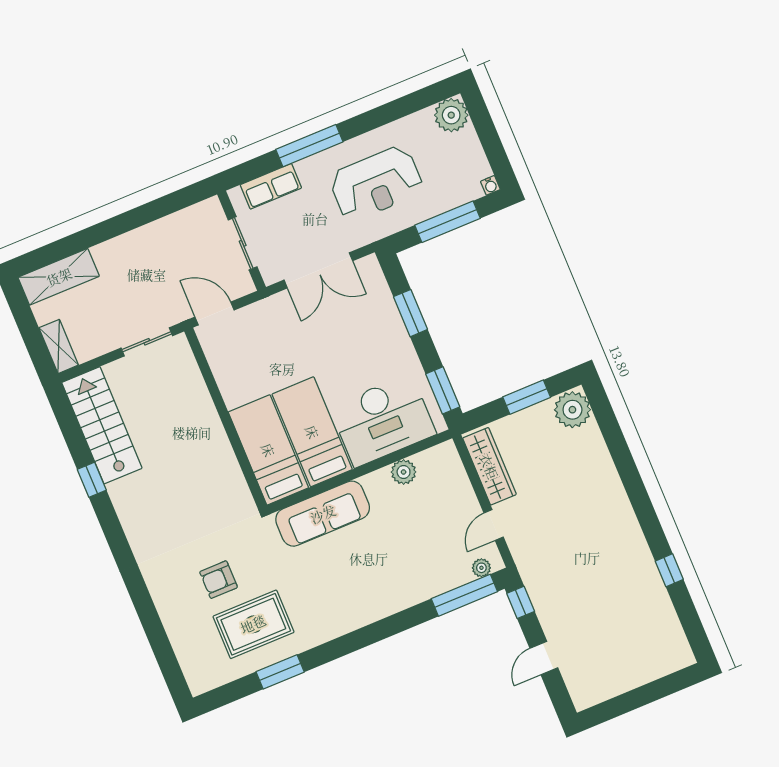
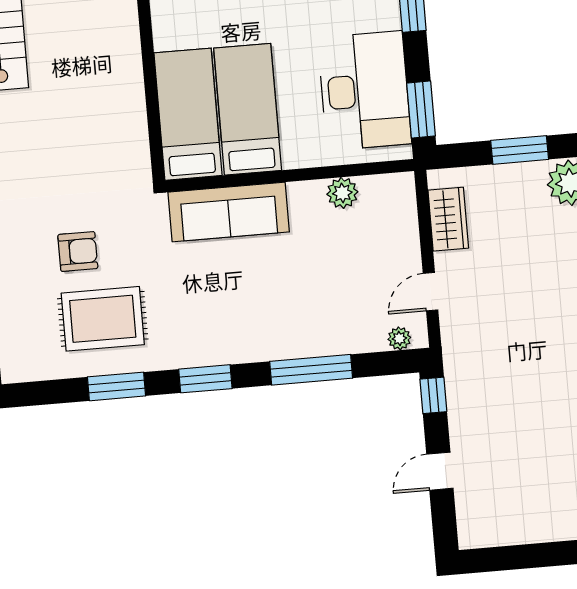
desk: (383, 420) -> (365, 91), moved, turned -90
wardrobe: (489, 466) -> (448, 219), width x0.67
armchair: (219, 580) -> (78, 252), turned 180
window: (464, 595) -> (311, 370), moved
window: (345, 645) -> (205, 379), added

